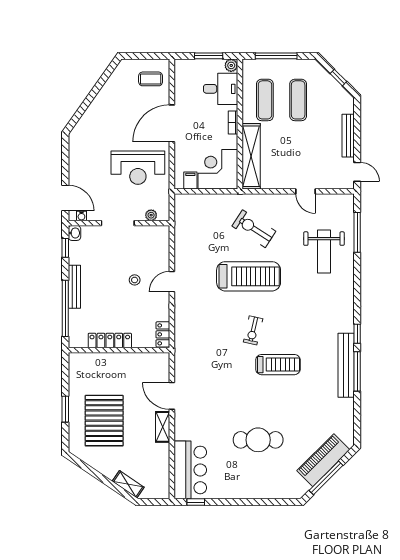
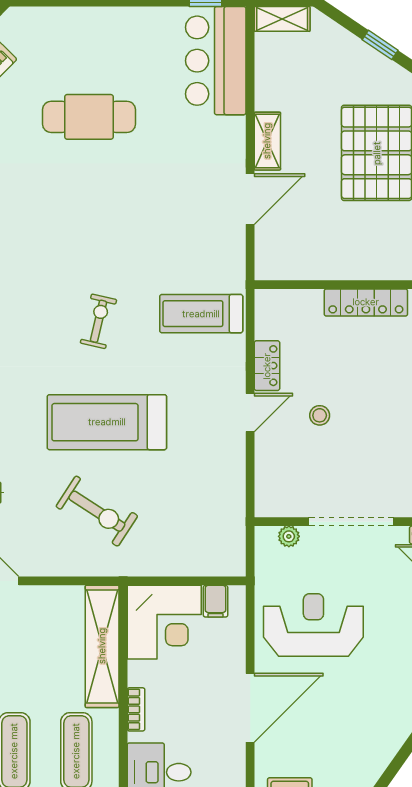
doorway: (118, 223) -> (351, 522), width x1.36
locker: (163, 334) -> (267, 366), moved
treadmill: (278, 365) -> (201, 314), moved
door: (172, 396) -> (250, 199), hinge flipped
window: (102, 478) -> (380, 45), added
shelving: (128, 484) -> (282, 19), moved, turned -34

